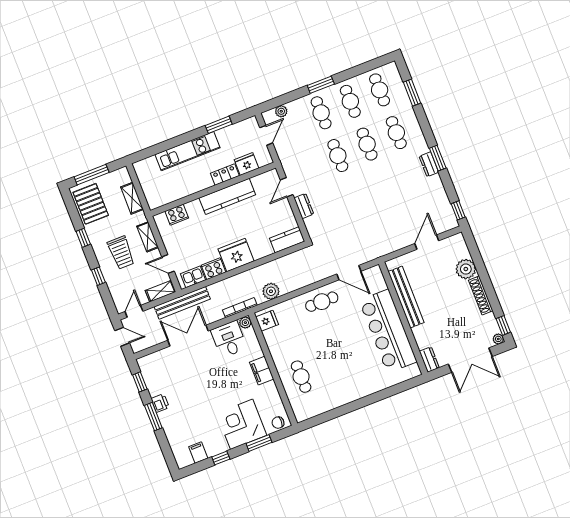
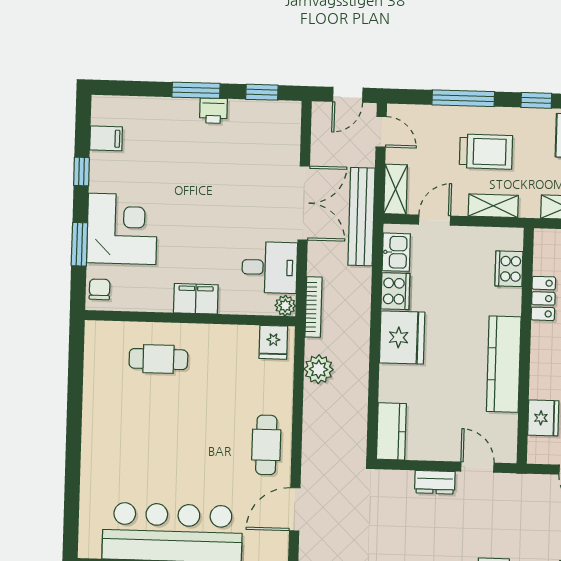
locker: (225, 175) -> (543, 298), moved
trolley: (121, 253) -> (486, 152), turned 180
window: (98, 276) -> (463, 98), width x2.17

